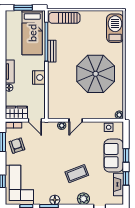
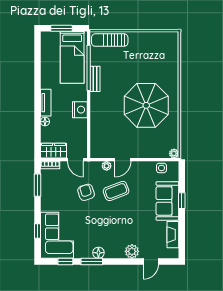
barbecue: (115, 28) -> (169, 52), removed
armchair: (17, 146) -> (86, 192), moved
coffee table: (77, 174) -> (116, 191), moved
window: (126, 178) -> (182, 228), removed

